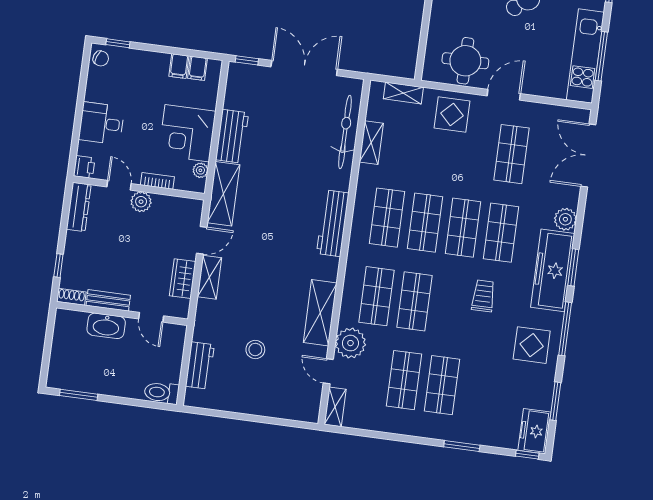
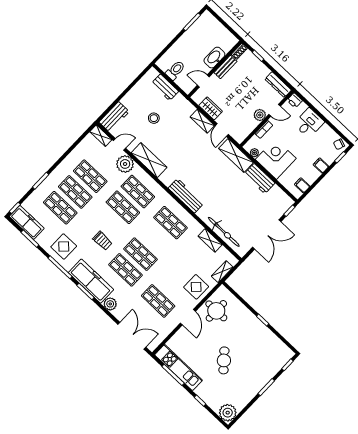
filing cabinet: (179, 66) -> (321, 166), moved
shop shelf: (425, 223) -> (60, 208), moved
toilet: (162, 393) -> (175, 70), moved
workbench: (295, 407) -> (114, 117), added
freezer: (534, 431) -> (27, 222), width x1.40

